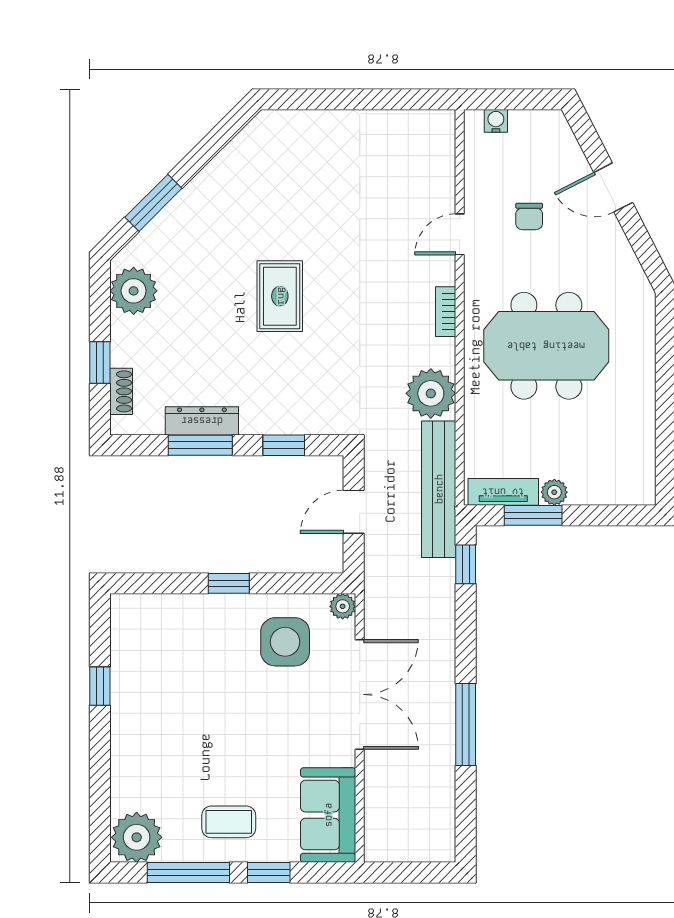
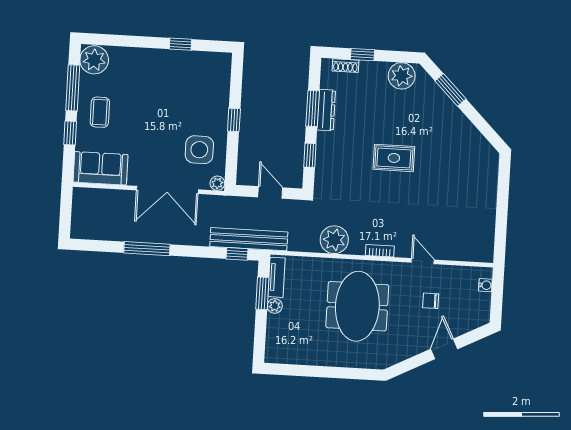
bench: (439, 489) -> (249, 239), moved

